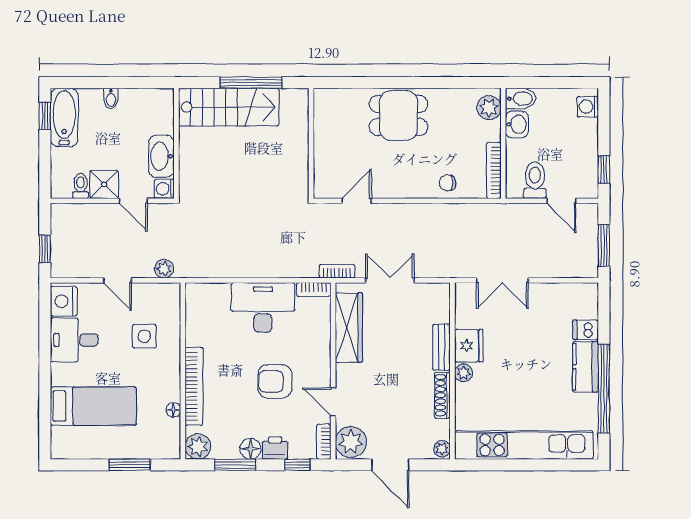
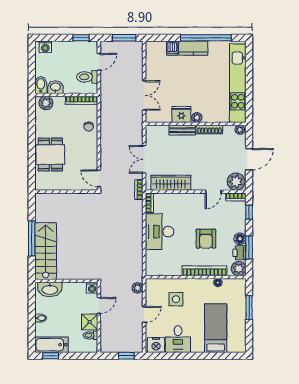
wall: (311, 143) -> (66, 192), moved
washbasin: (161, 156) -> (50, 289), moved
armchair: (275, 381) -> (206, 239), moved
printer: (275, 448) -> (239, 253), moved

